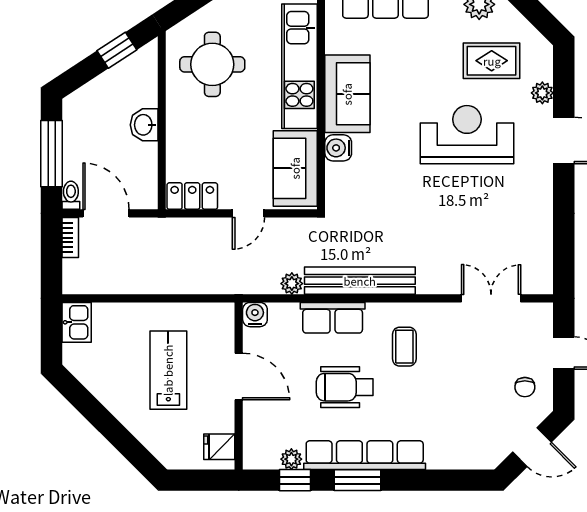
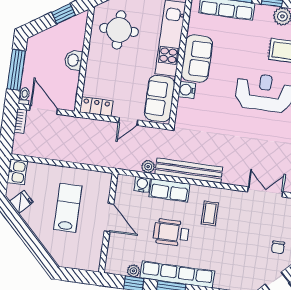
water cooler: (255, 315) -> (142, 185), moved
fridge: (219, 447) -> (21, 202), moved, turned 135

